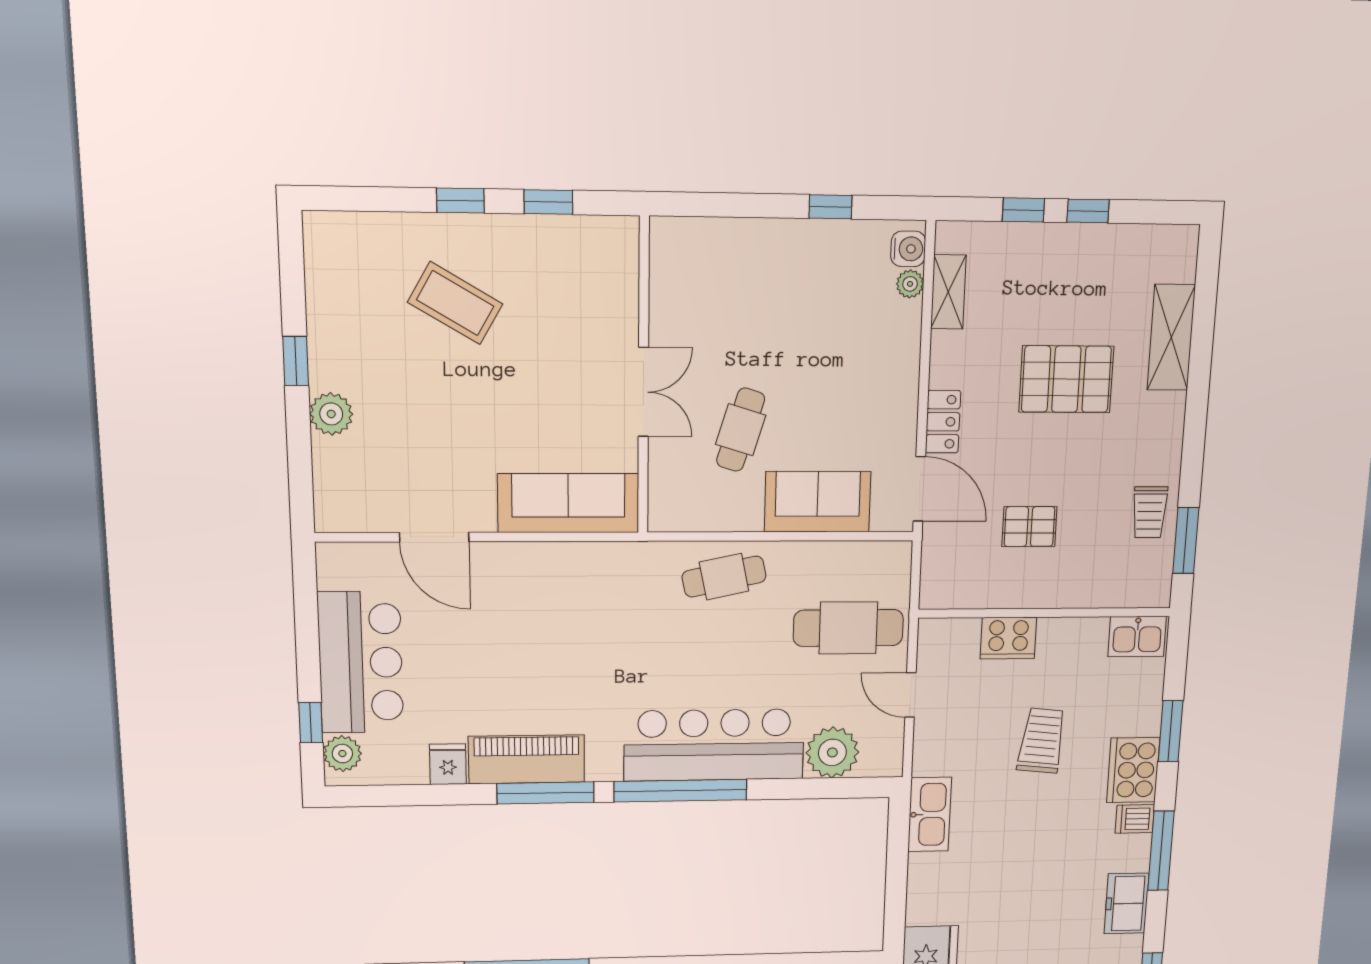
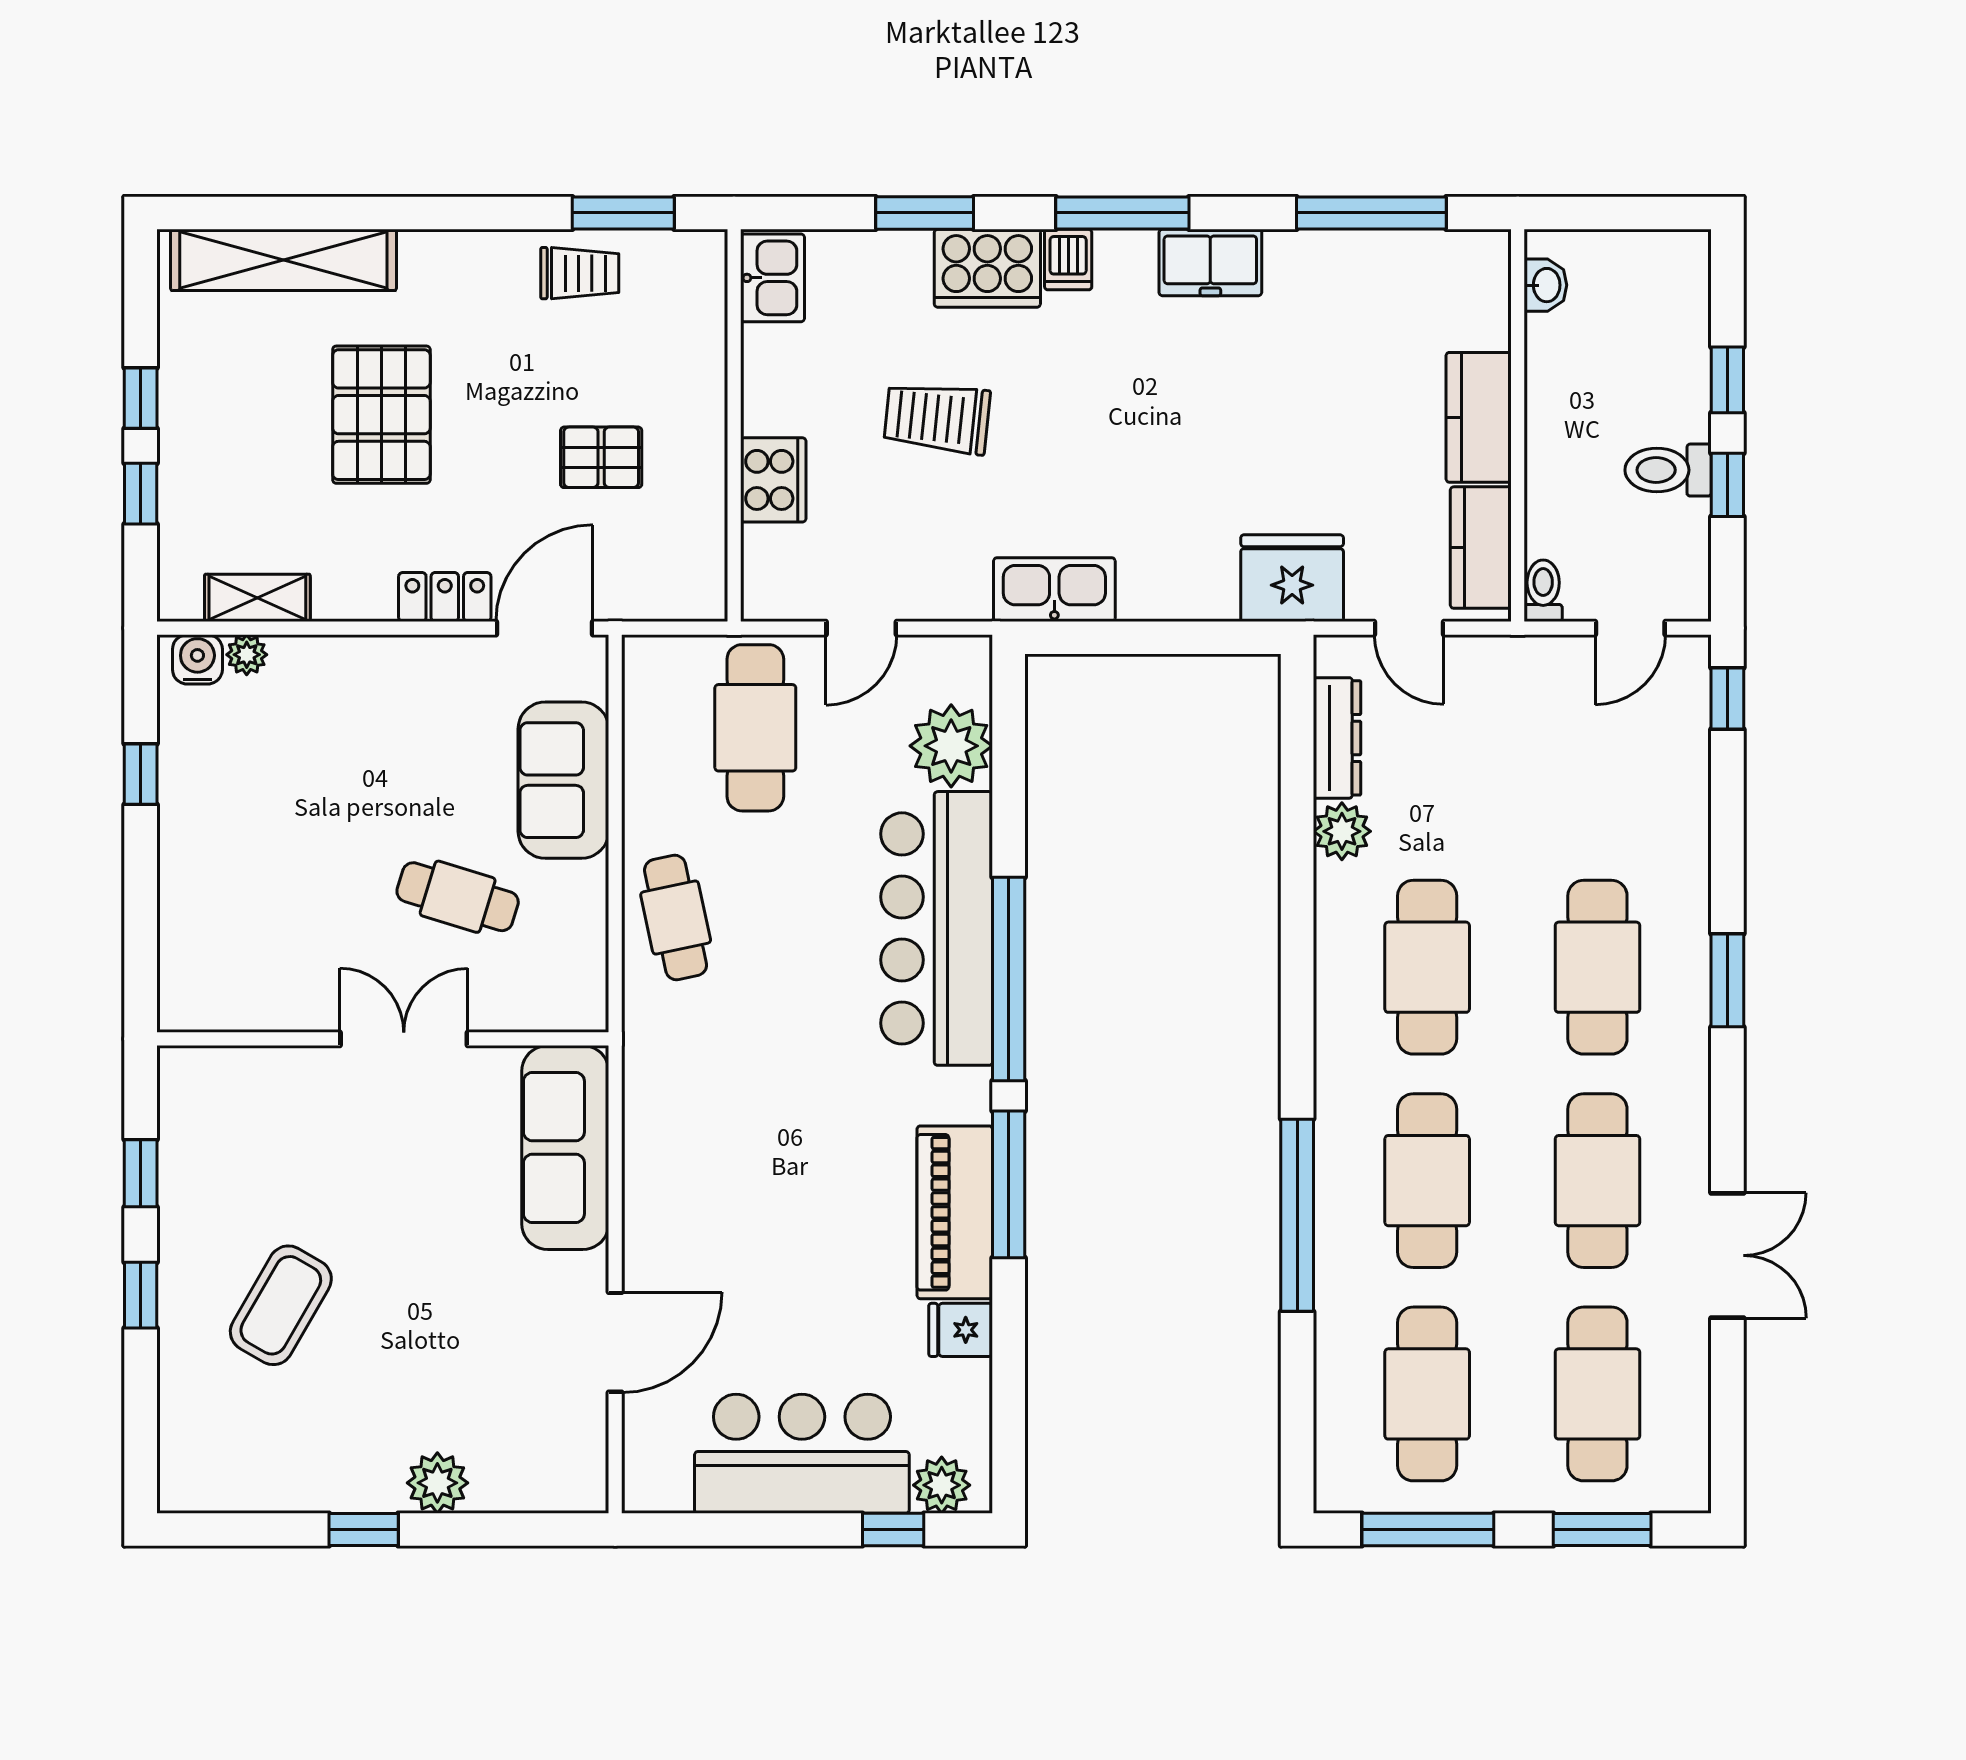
shelving: (1171, 337) -> (283, 260), width x1.47
pallet: (1029, 527) -> (601, 457), turned 90

